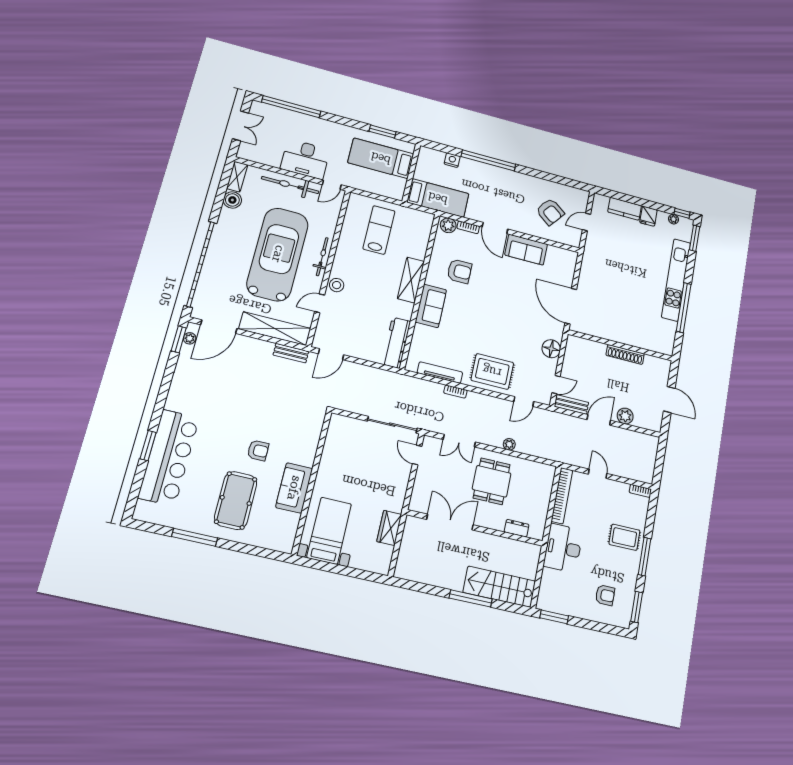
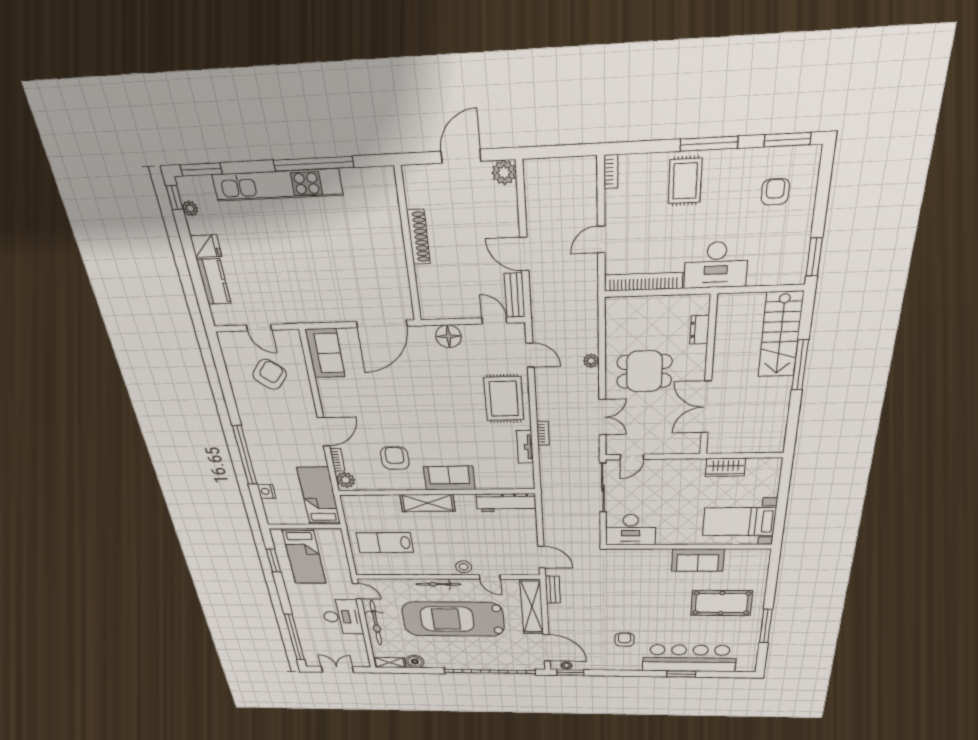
sofa: (526, 250) -> (325, 353), moved
tv unit: (440, 373) -> (525, 447), width x0.71
plant: (625, 416) -> (504, 172), moved
desk: (343, 437) -> (631, 530), added
armchair: (258, 450) -> (625, 640), moved

